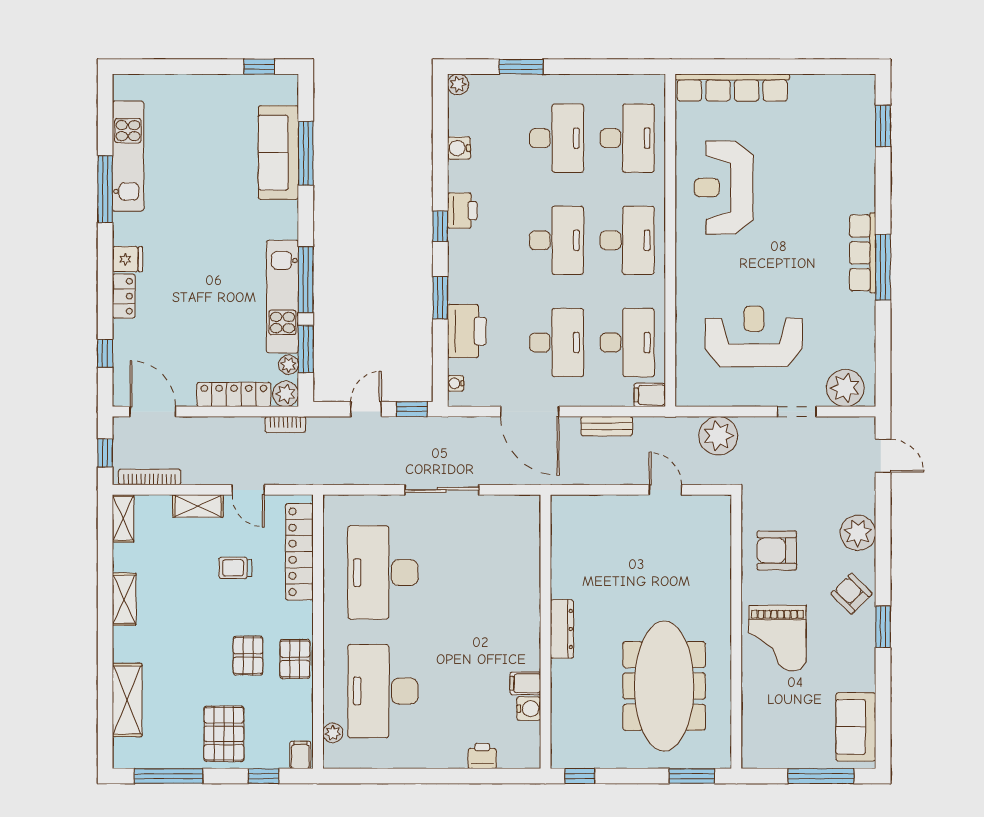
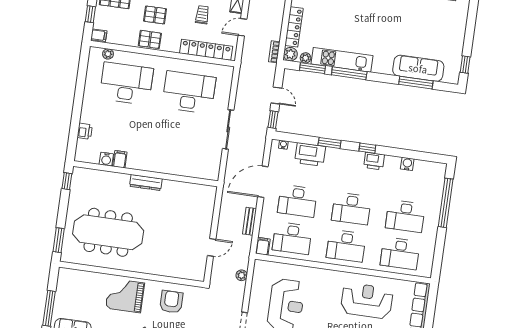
window: (521, 67) -> (446, 203), width x2.11
plant: (458, 84) -> (441, 168), removed
plant: (718, 436) -> (242, 275), width x0.53, depth x0.53

